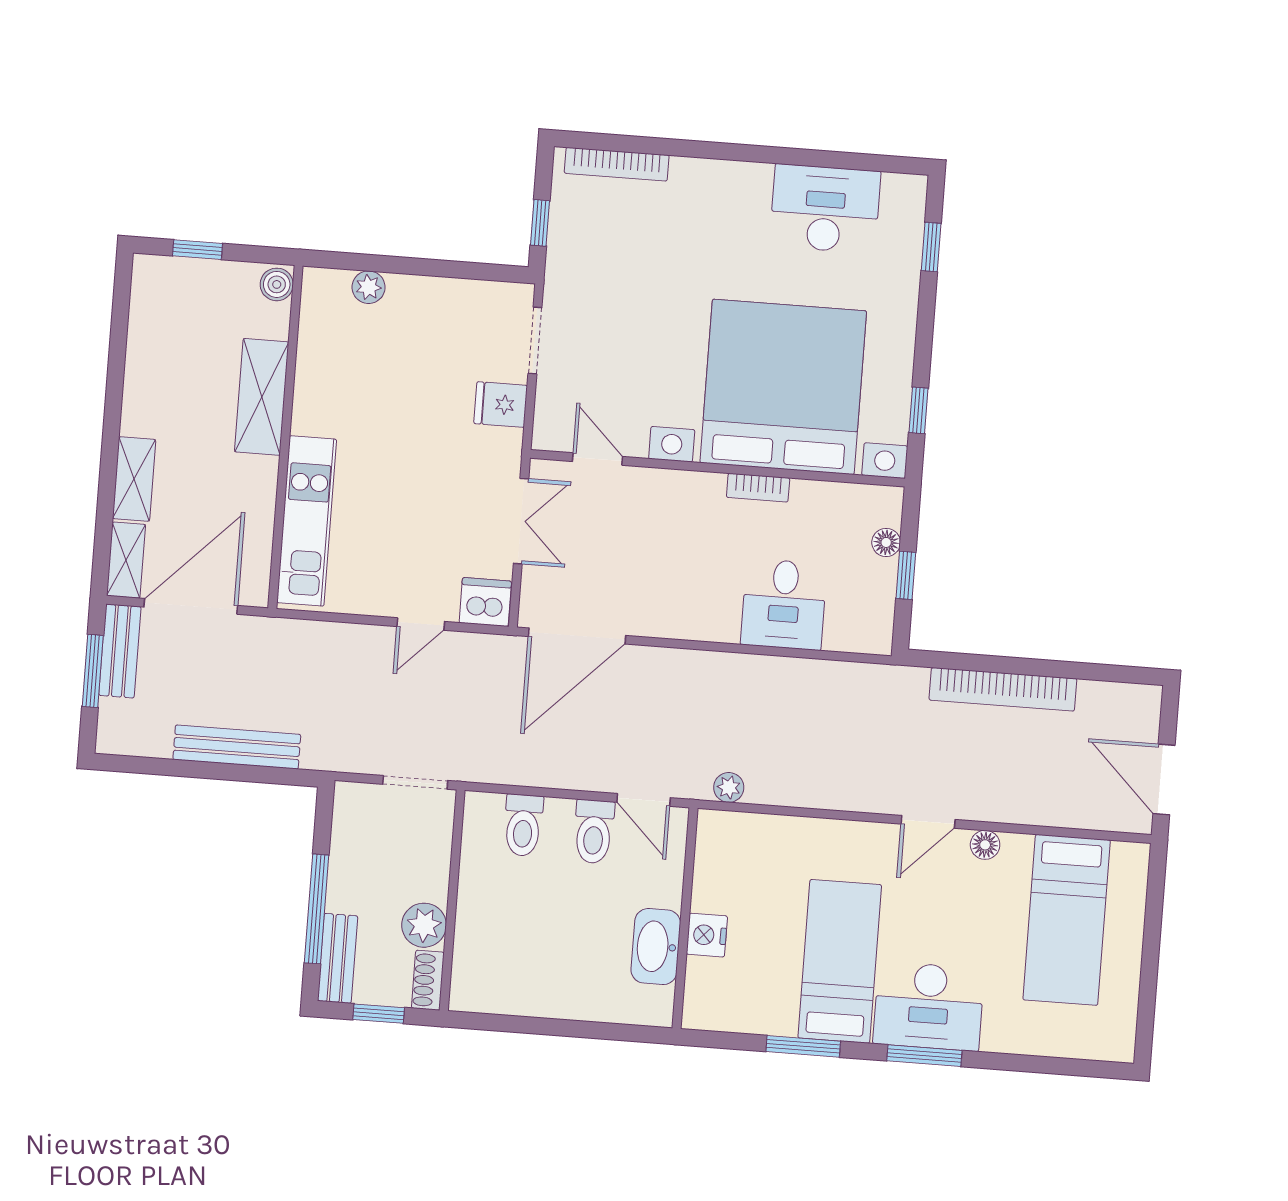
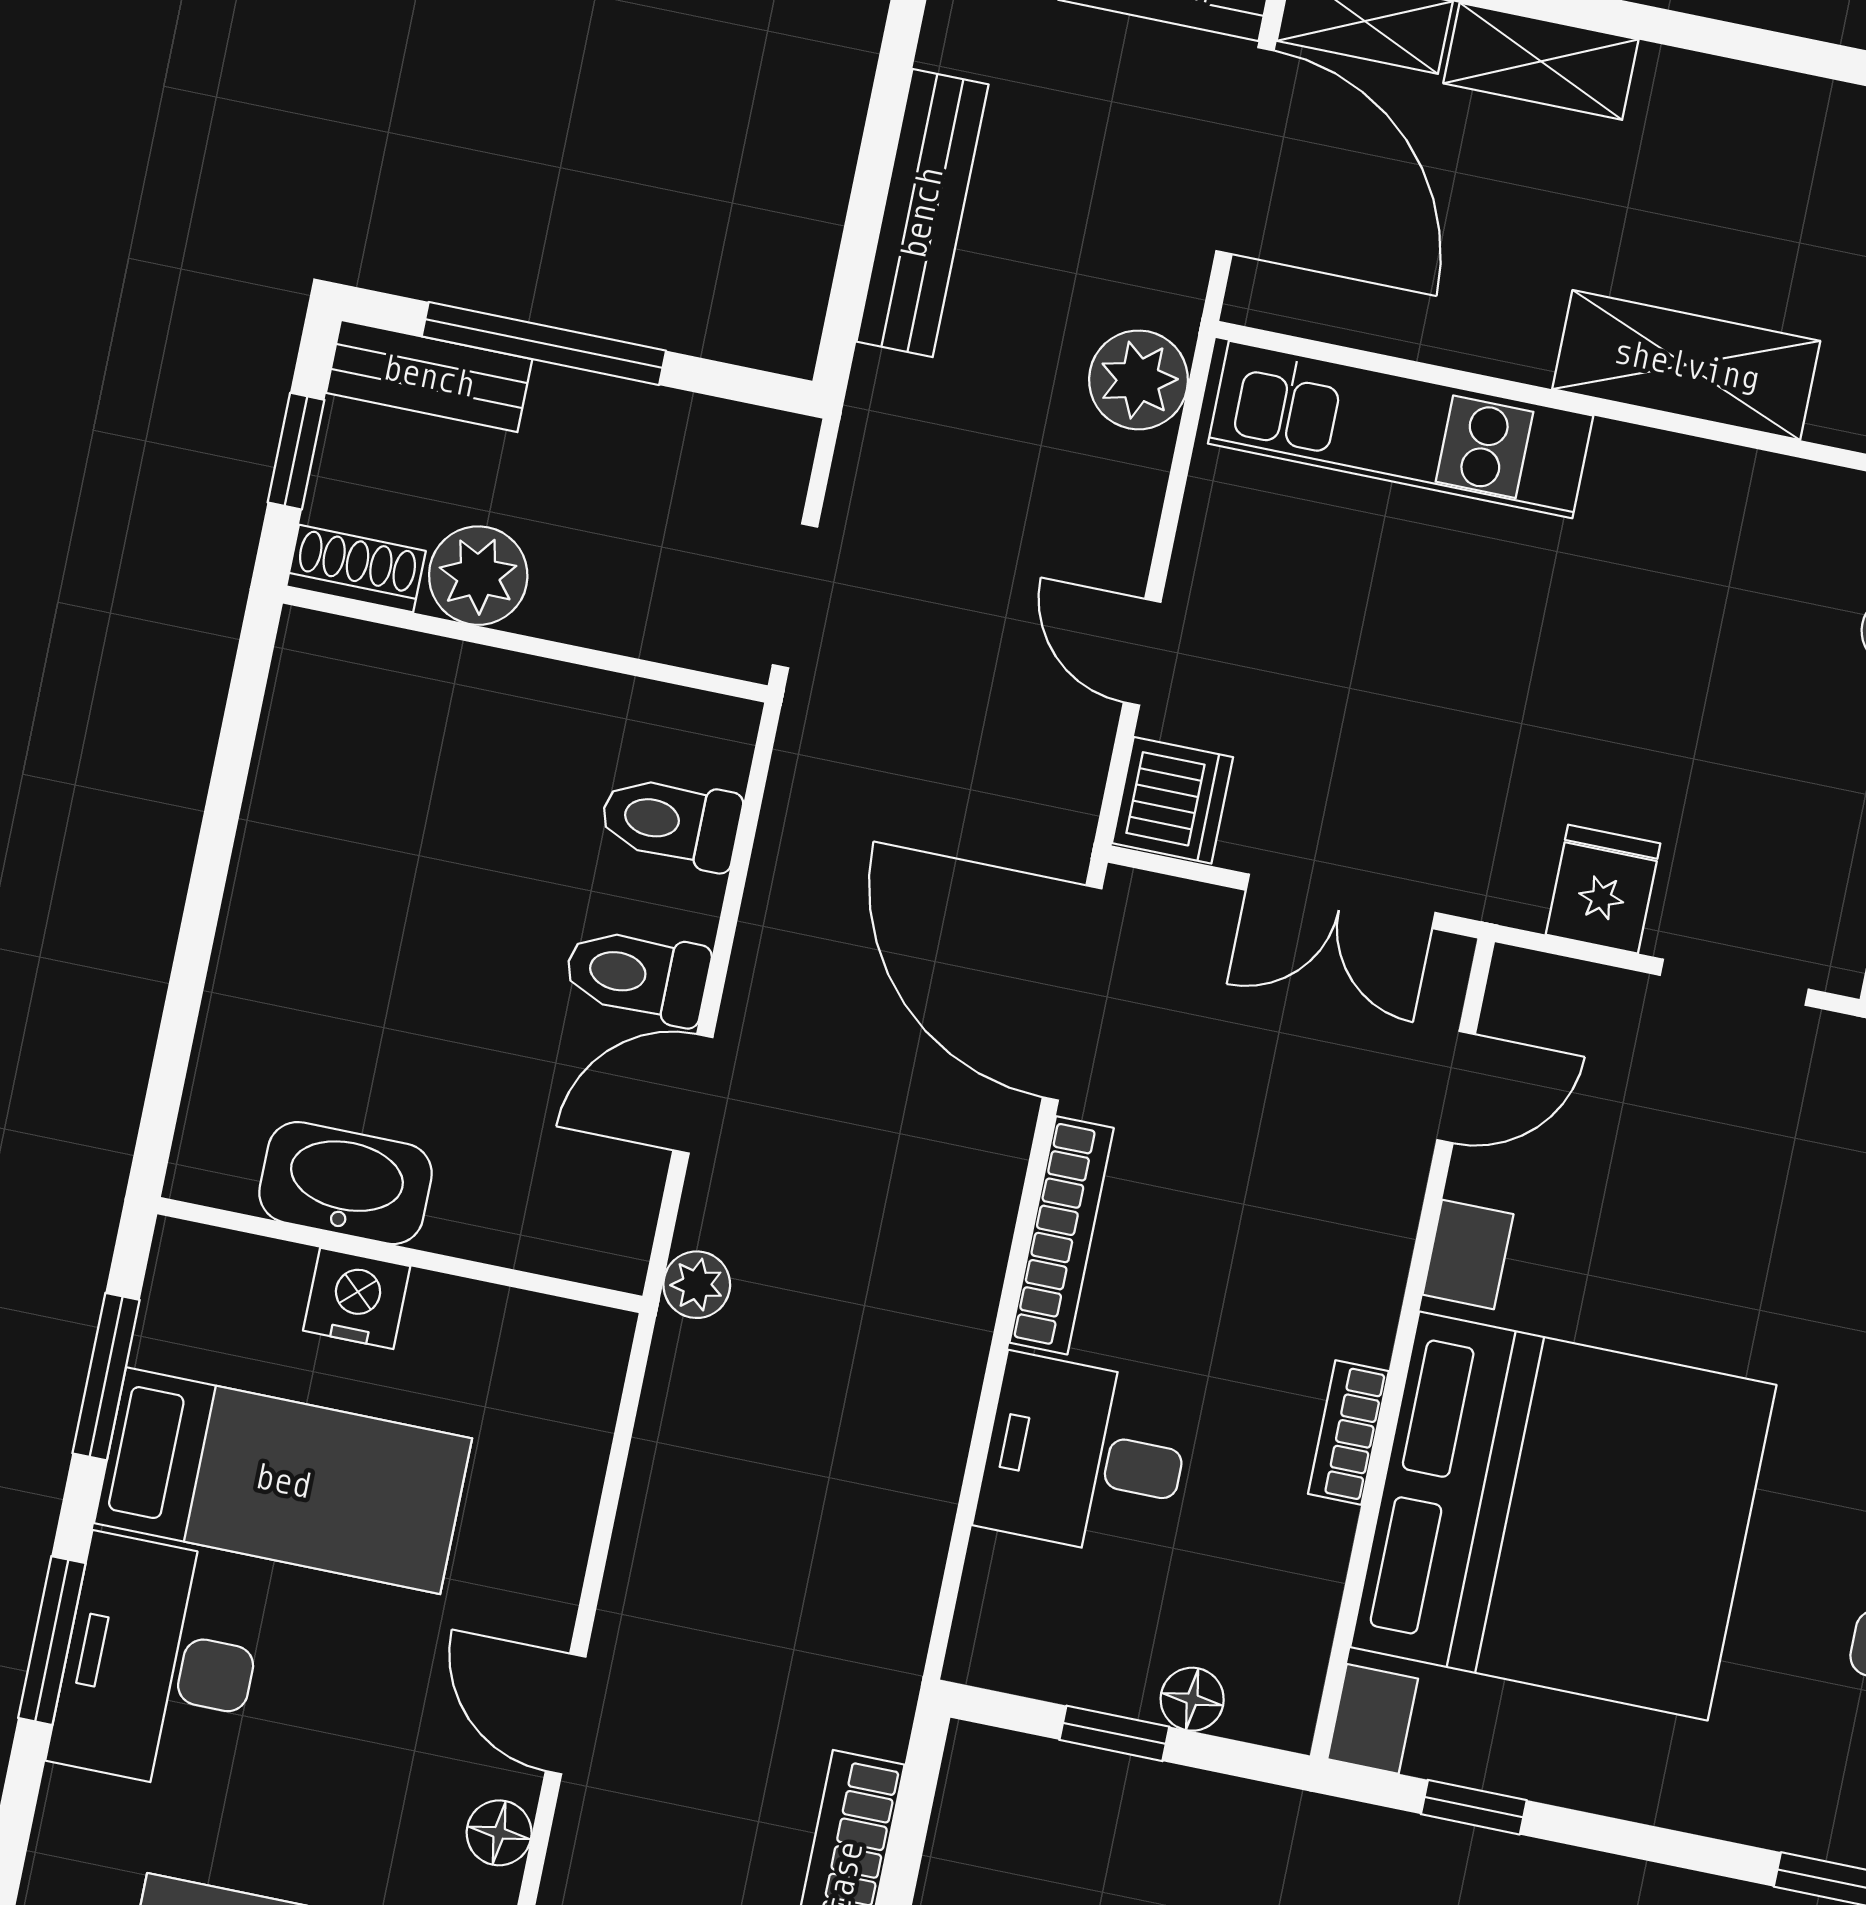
bookcase: (686, 627) -> (1062, 1235), added
plant: (299, 641) -> (1138, 380), added
wall: (685, 918) -> (400, 1255), moved
nightstand: (707, 935) -> (357, 1298), moved
washbasin: (656, 947) -> (346, 1183), moved

